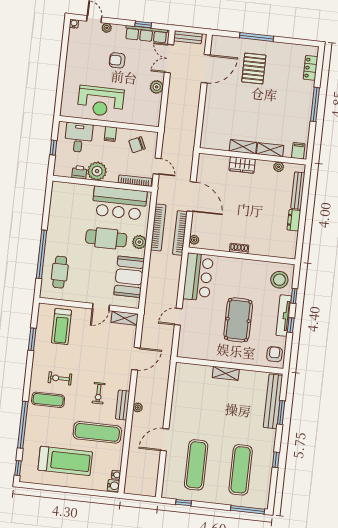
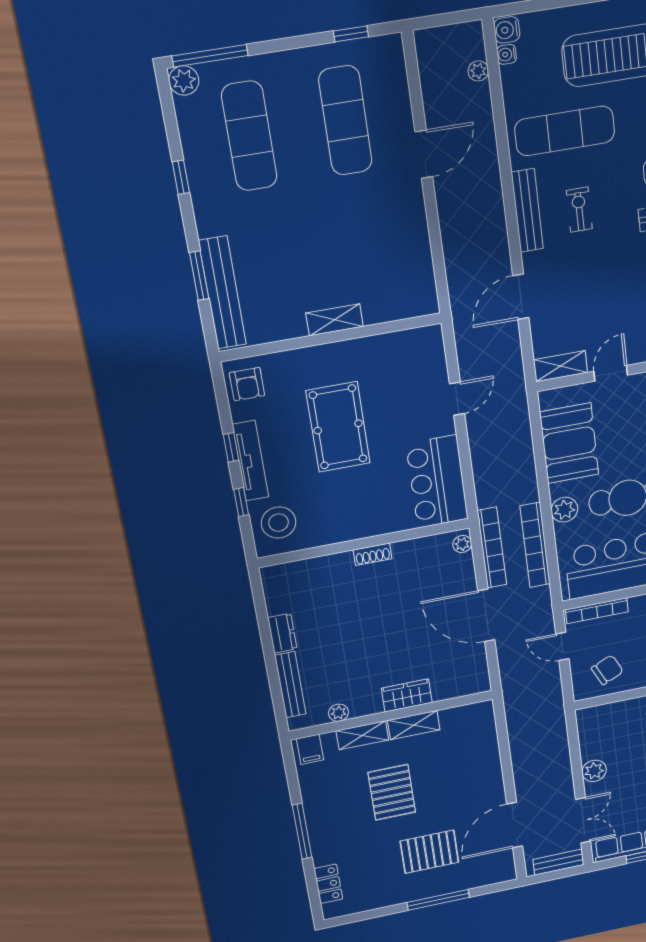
pallet: (254, 69) -> (429, 852), turned 90
pallet: (264, 111) -> (392, 792), added
bench: (123, 405) -> (527, 211), width x1.36
plant: (138, 407) -> (478, 71), moved
plant: (262, 502) -> (184, 81), added

